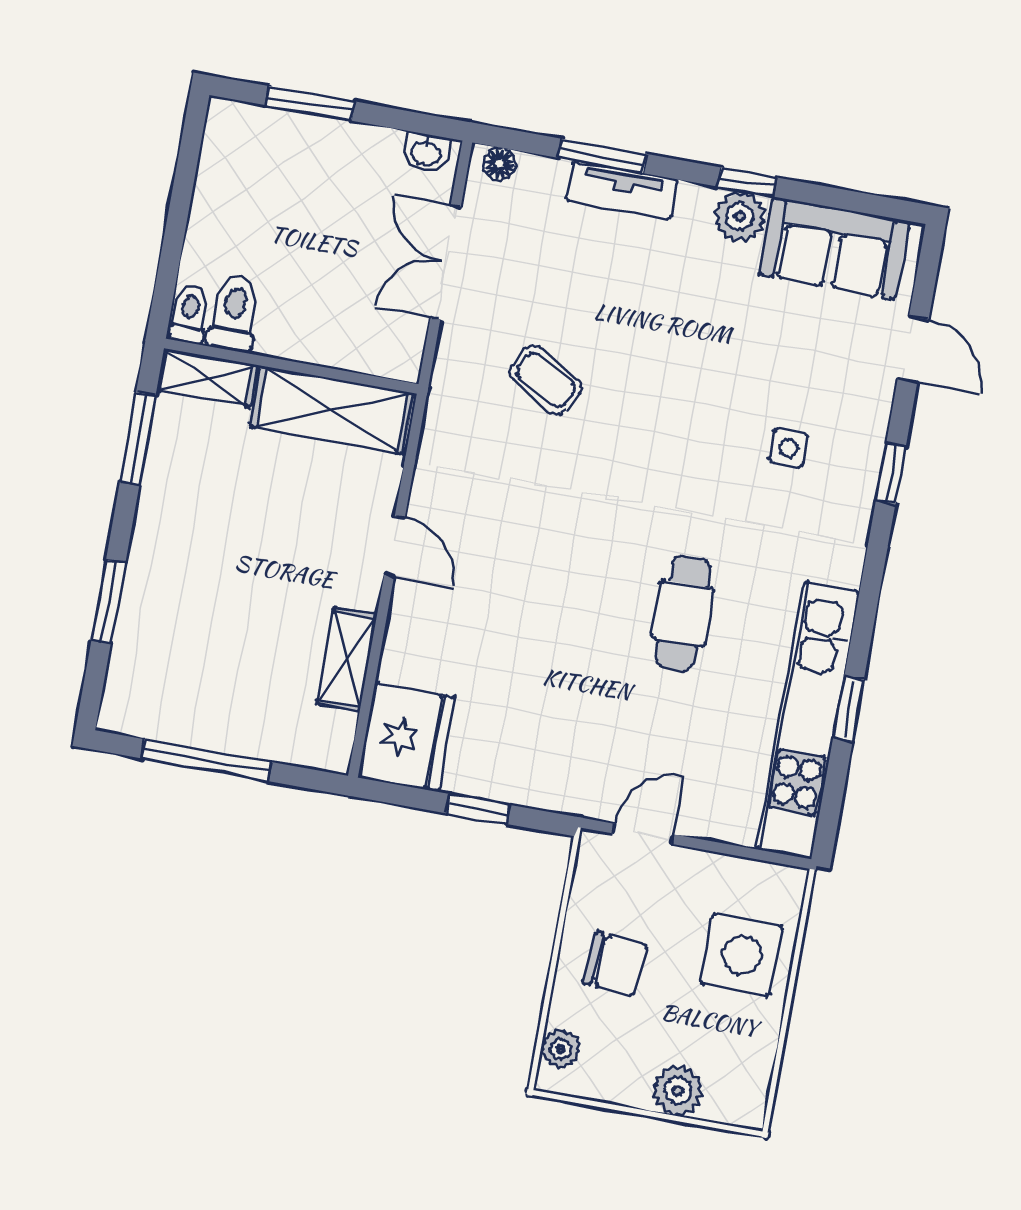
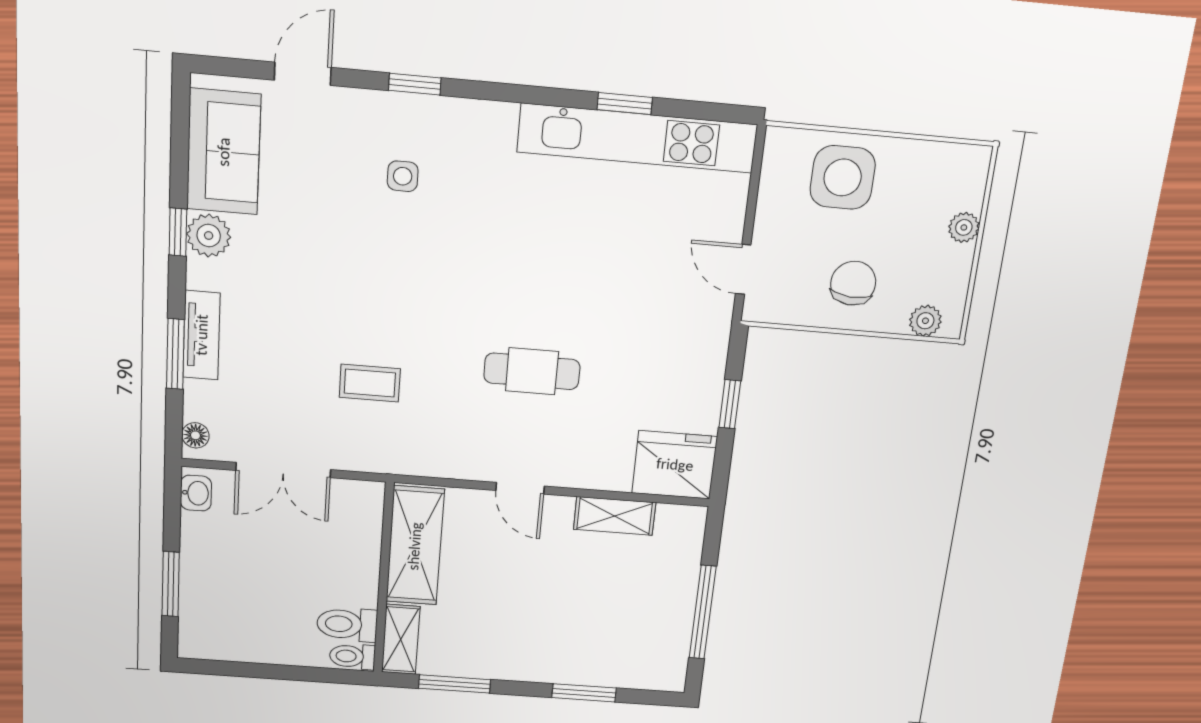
coffee table: (545, 380) -> (370, 383), turned 60
door: (394, 546) -> (520, 488), swing flipped
cafe table: (683, 613) -> (532, 371), moved
plant: (678, 1091) -> (964, 227), width x0.73, depth x0.73

